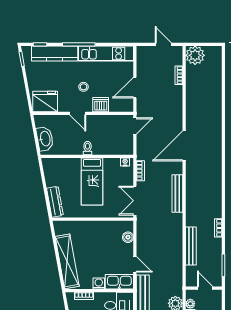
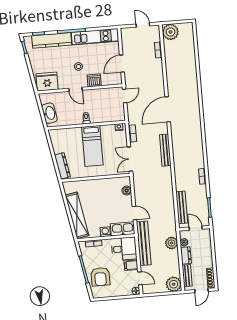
bench: (191, 246) -> (182, 207), moved

